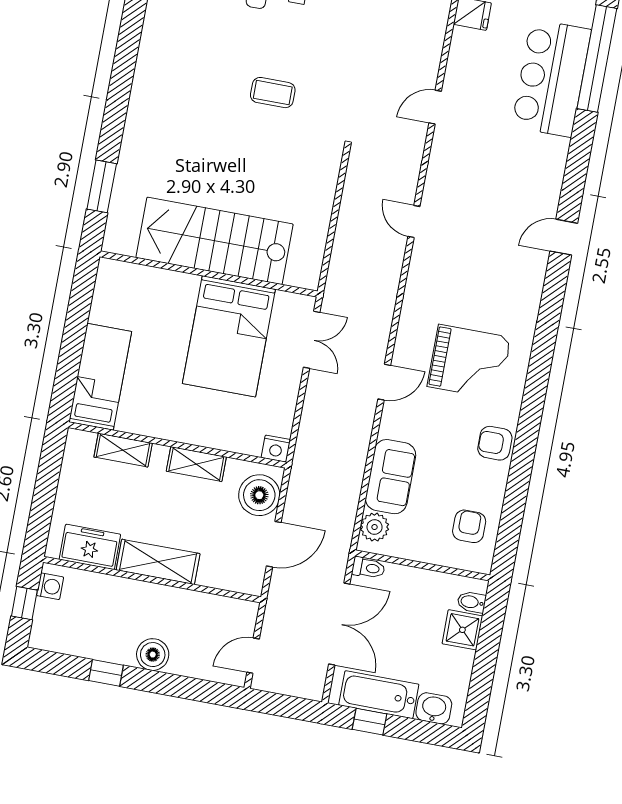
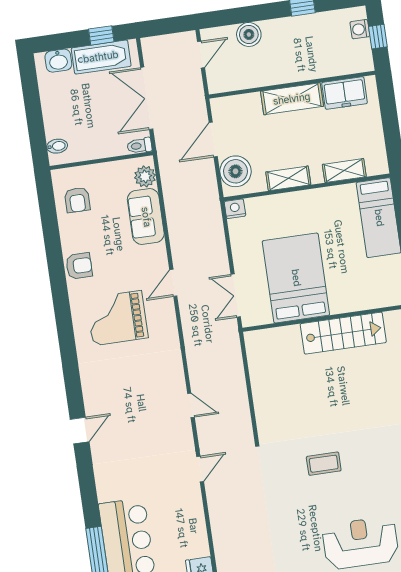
door: (435, 107) -> (200, 469), moved
stairs: (215, 241) -> (343, 333), width x0.73, depth x0.66
washing machine: (50, 586) -> (360, 29), moved
shower: (462, 630) -> (57, 124), removed
boiler: (153, 655) -> (249, 34), moved

